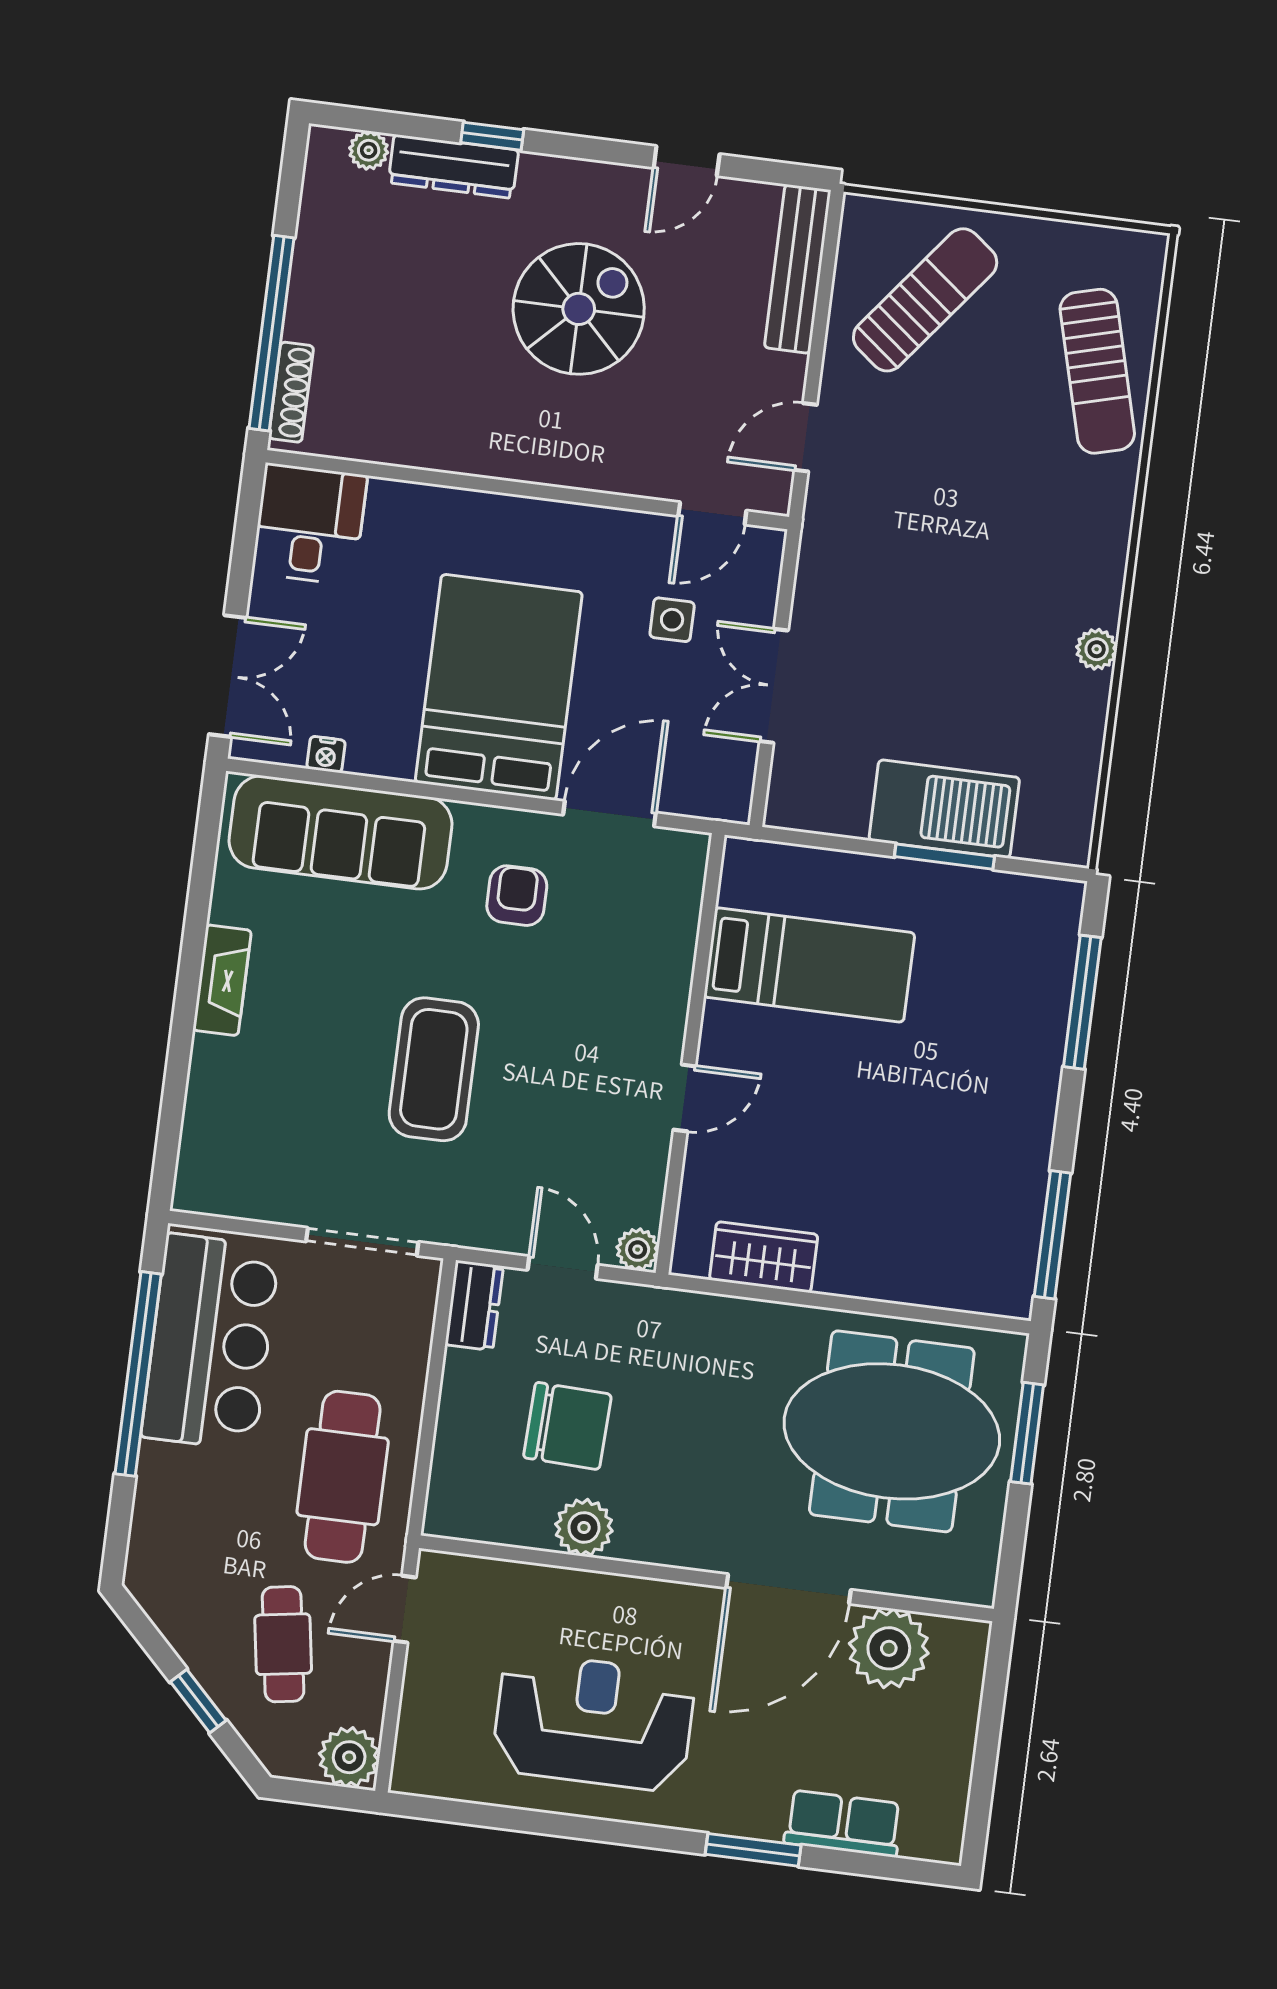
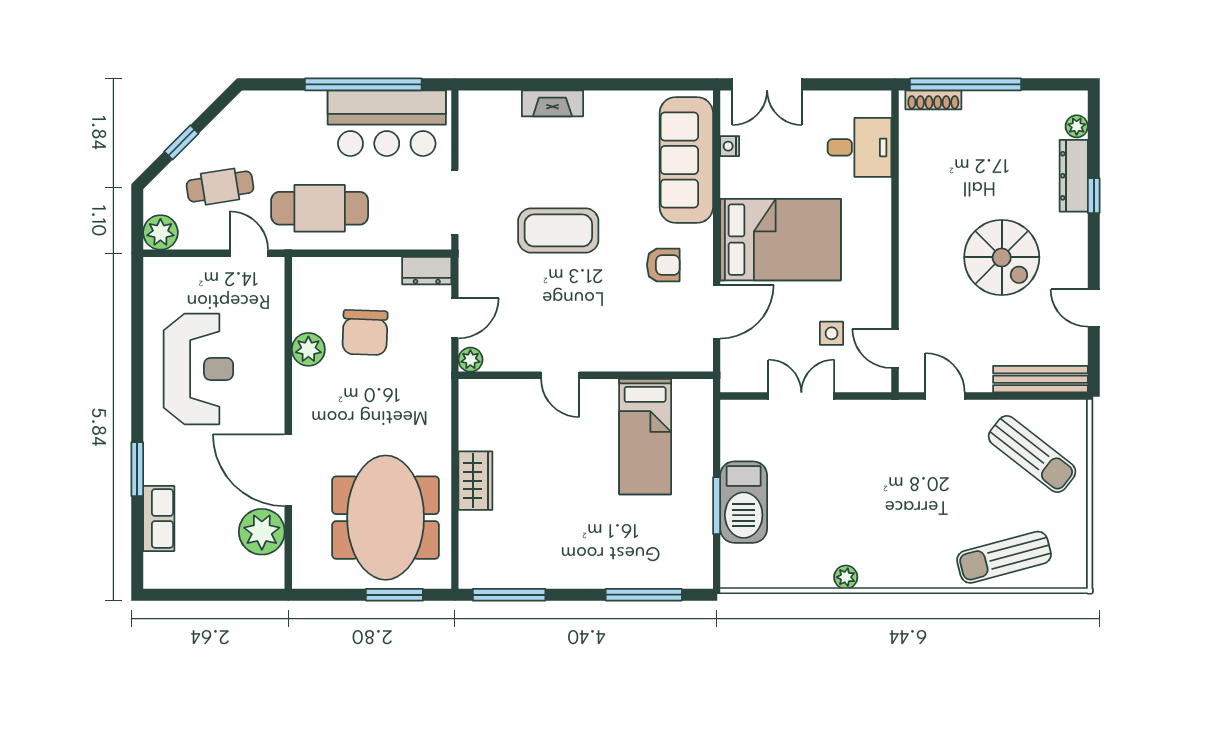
desk: (309, 524) -> (860, 147), moved
door: (609, 814) -> (717, 312), hinge flipped
fireplace: (222, 980) -> (552, 103), moved
wardrobe: (764, 1257) -> (475, 481), moved

